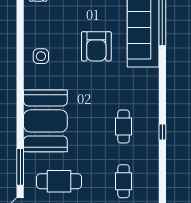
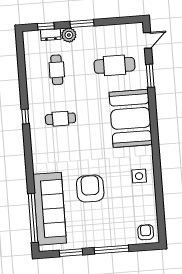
cafe table: (124, 127) -> (60, 119), turned 90
window: (20, 167) -> (150, 76), width x0.69

